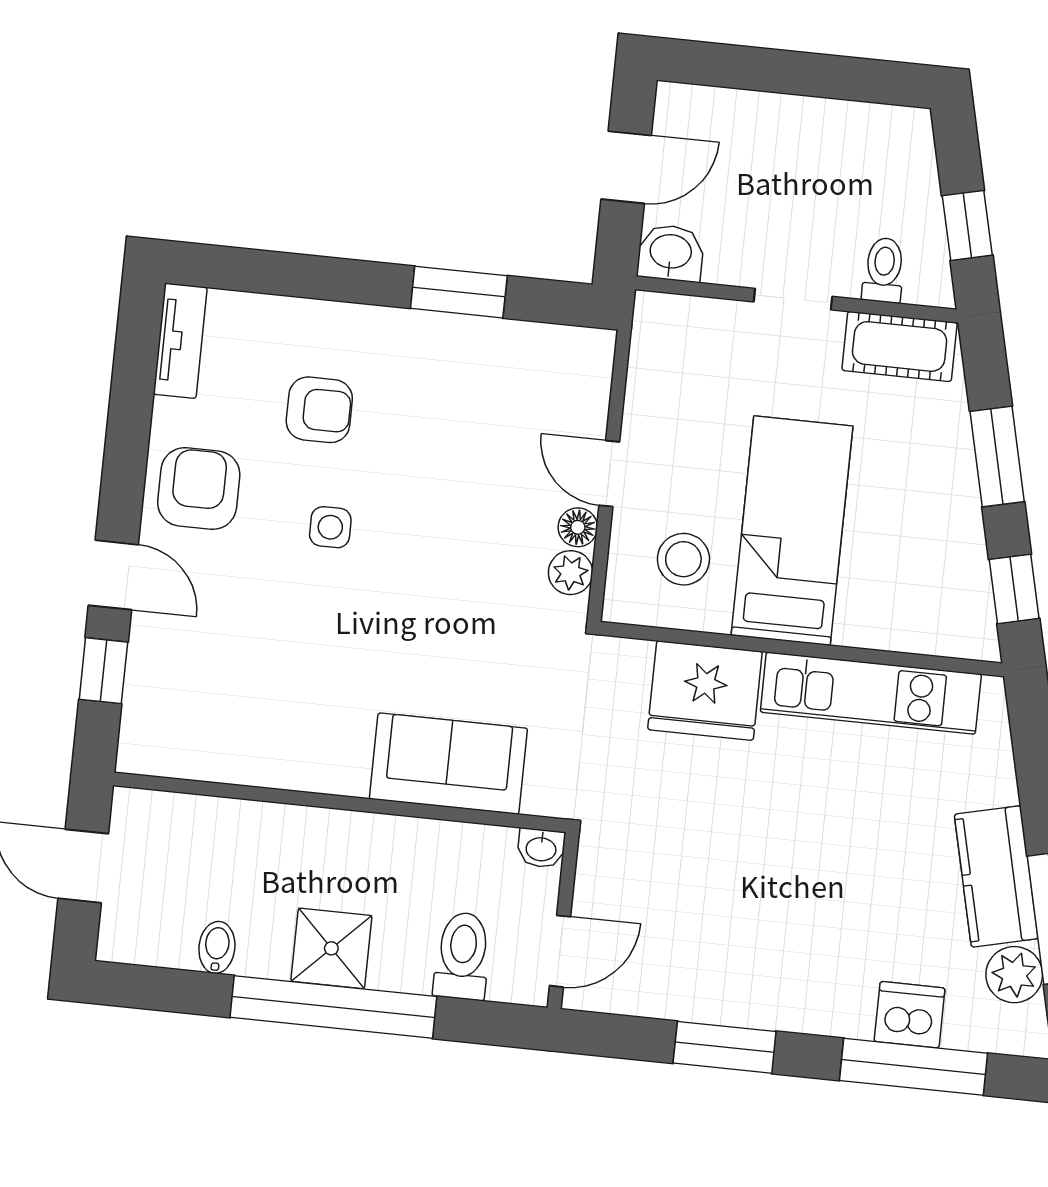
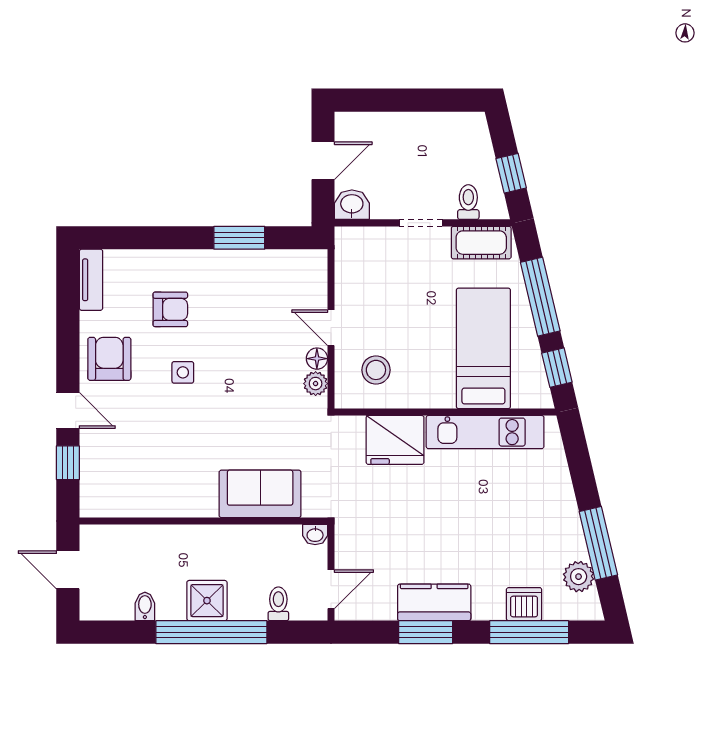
window: (997, 456) -> (540, 297), width x1.44
bed: (792, 531) -> (483, 348), moved
kitchen counter: (996, 876) -> (434, 602), moved, turned 103
toilet: (462, 956) -> (278, 604), width x0.73, depth x0.72

